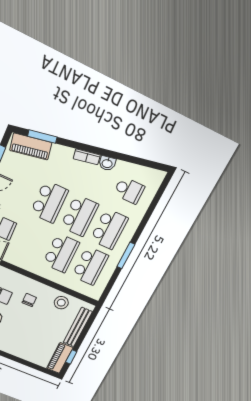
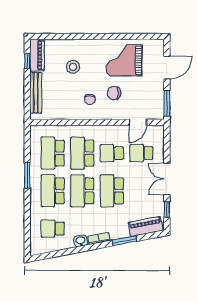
window: (42, 137) -> (124, 241), moved
school desk: (31, 240) -> (112, 153), added
stool: (61, 303) -> (73, 67), moved

